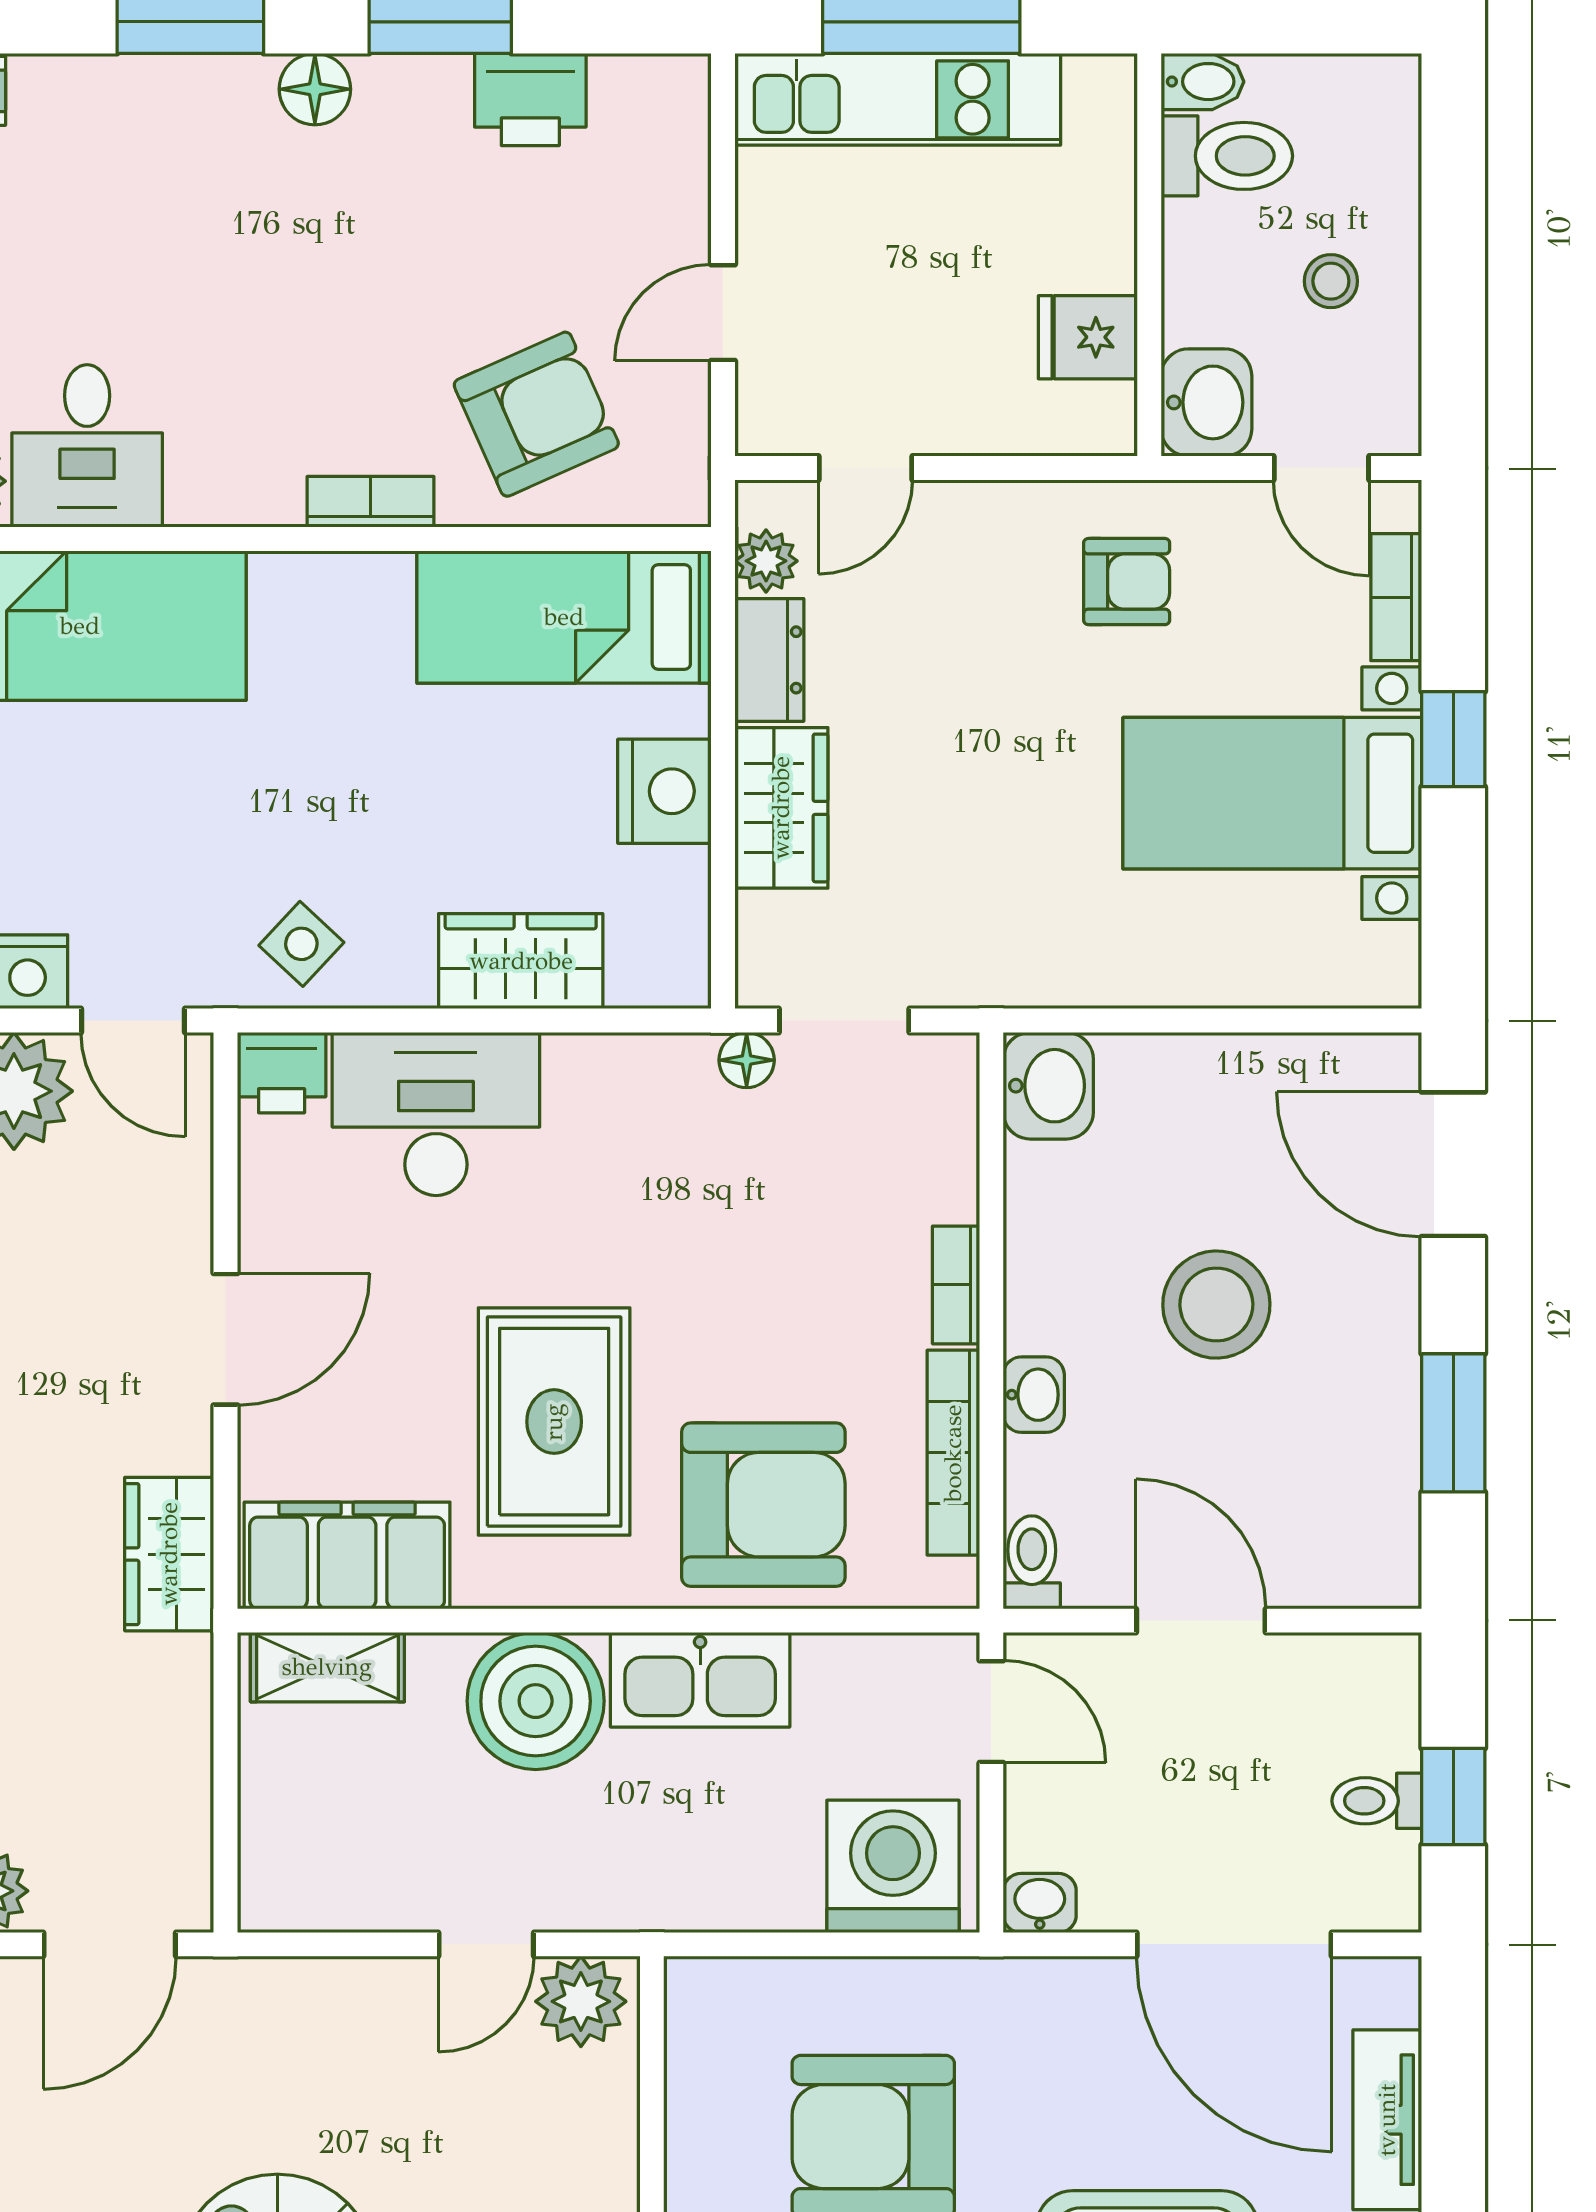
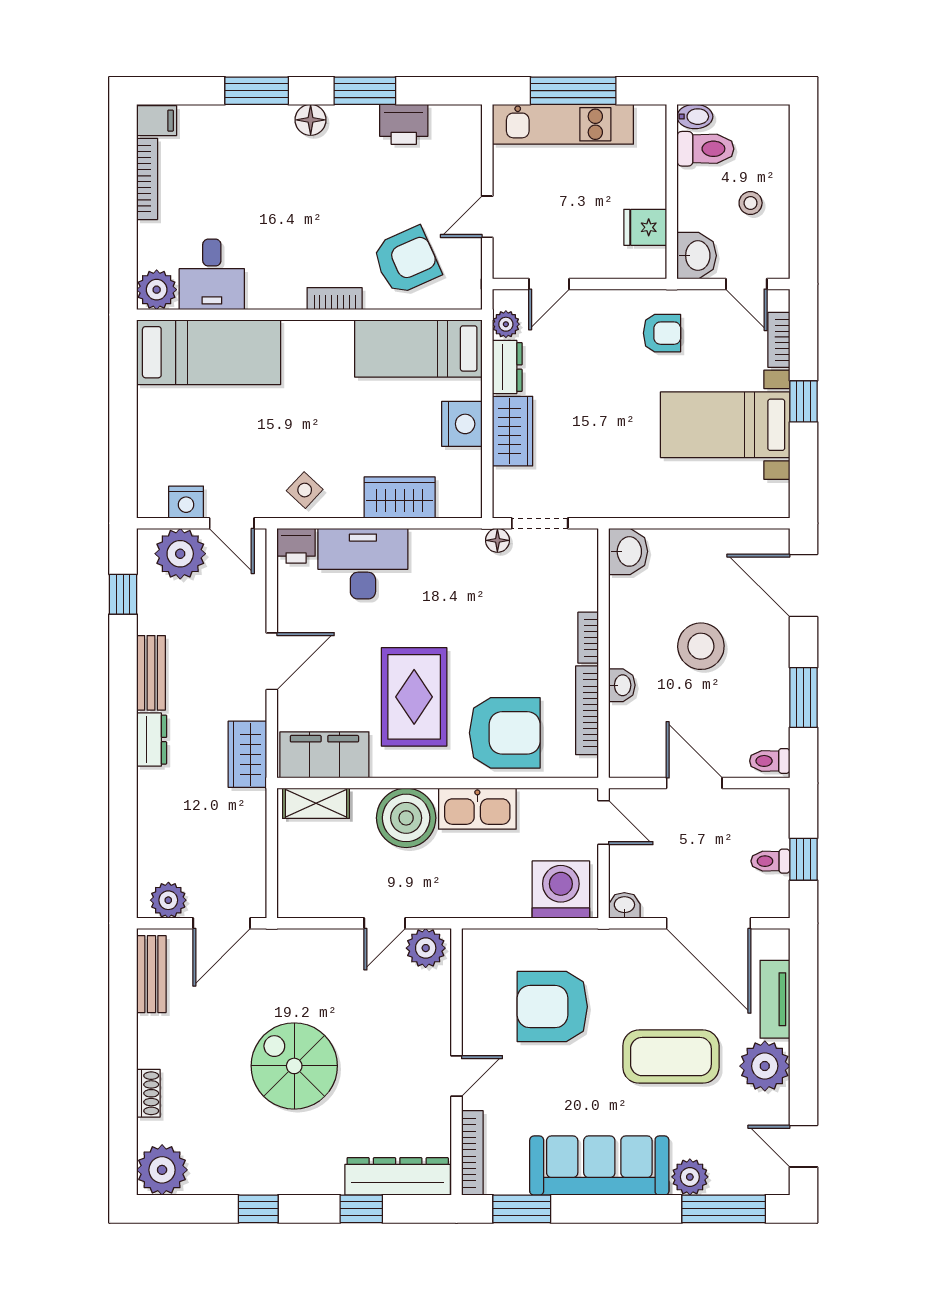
toilet: (1032, 1562) -> (770, 761), moved, turned -90

